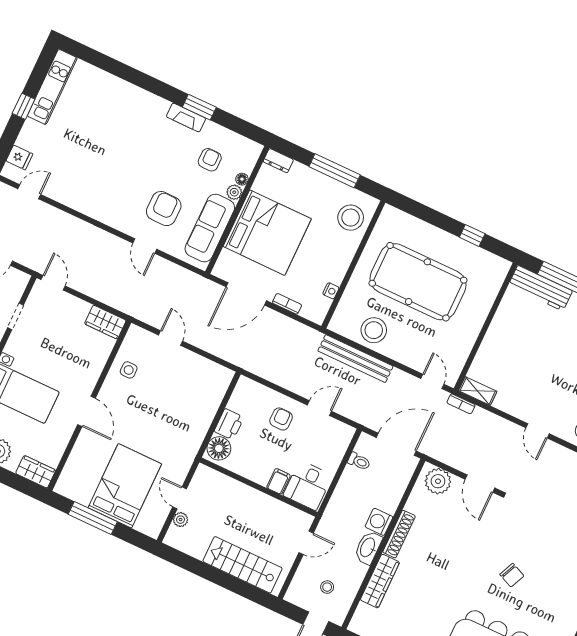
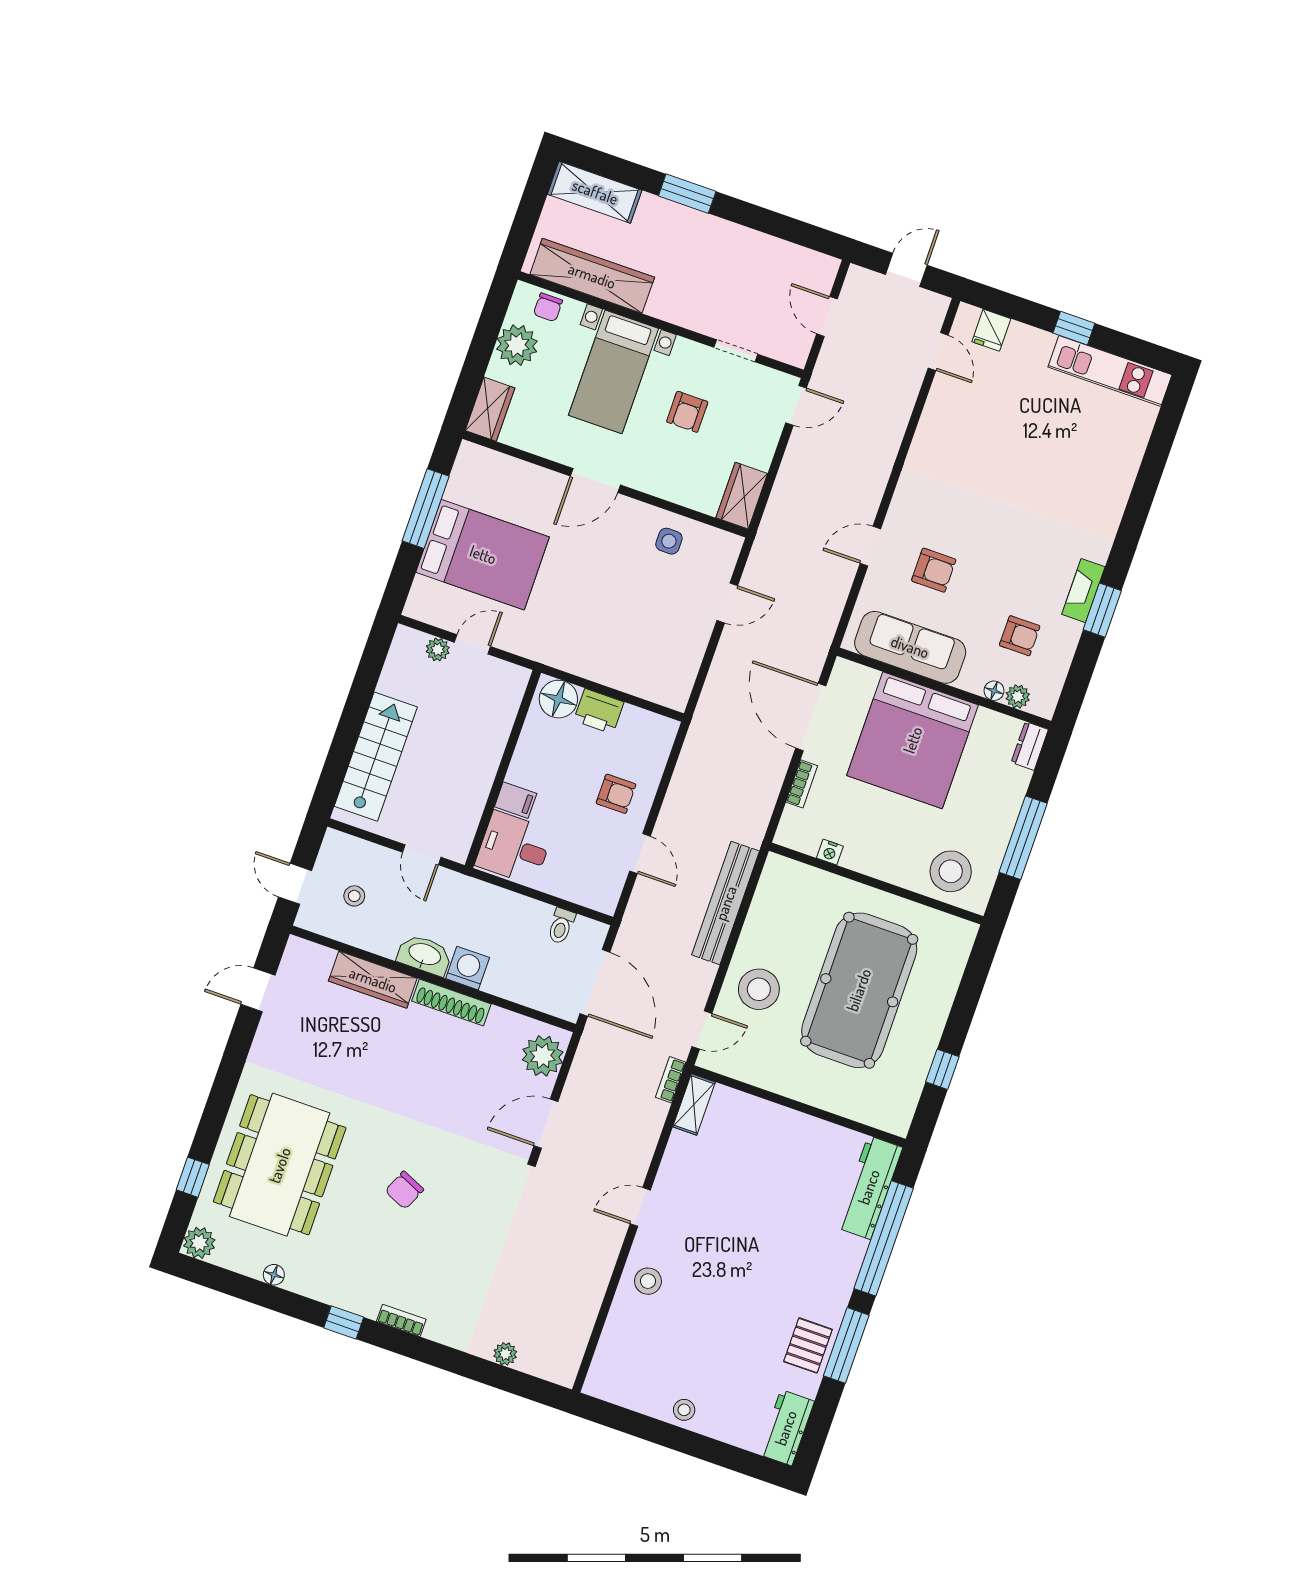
plant: (234, 192) -> (1018, 697), moved
armchair: (164, 209) -> (934, 570), width x0.72, depth x0.72
stool: (374, 330) -> (759, 989), moved
armchair: (50, 350) -> (687, 412), added

